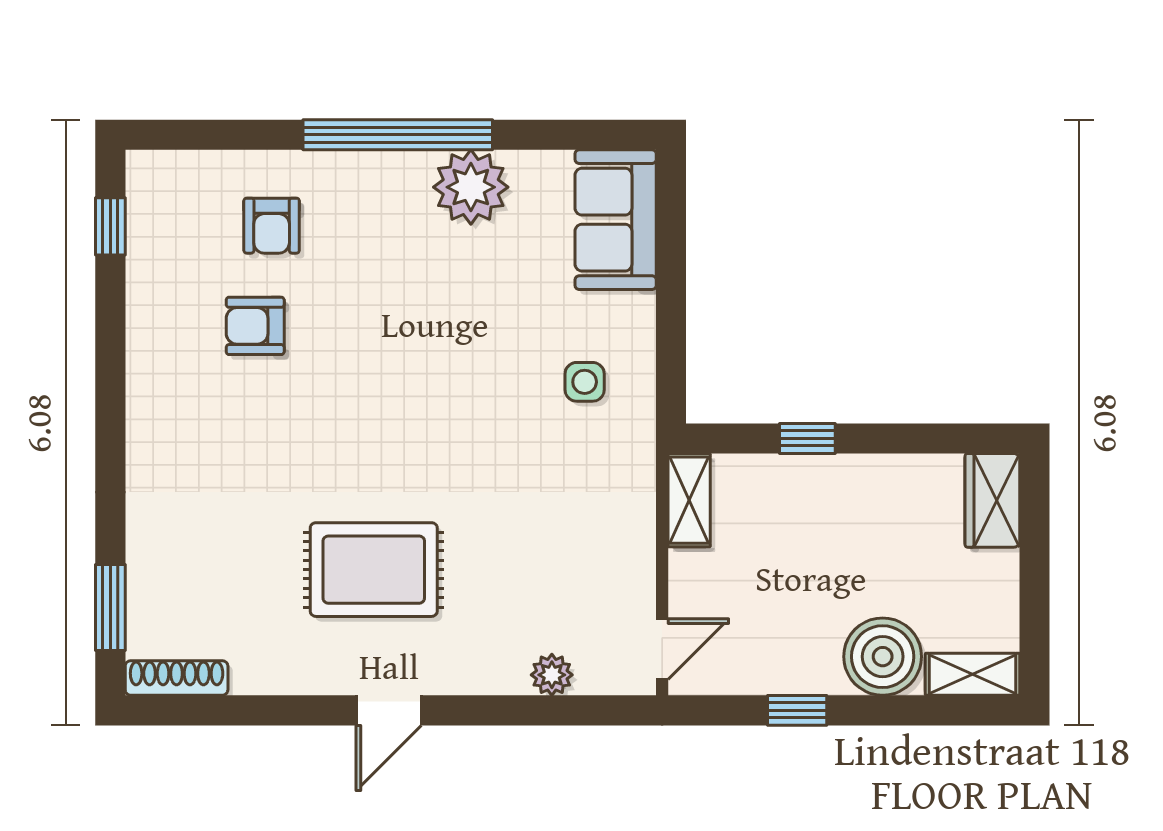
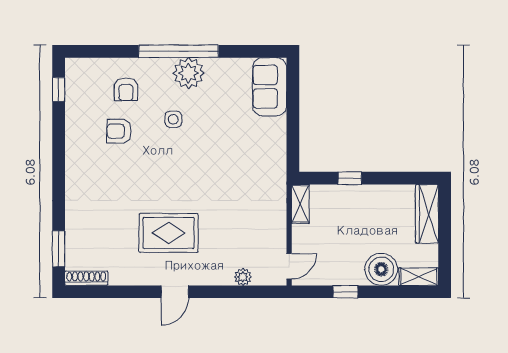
plant: (471, 187) -> (189, 73), moved
side table: (585, 382) -> (173, 119), moved
wardrobe: (992, 500) -> (427, 214), width x1.50

